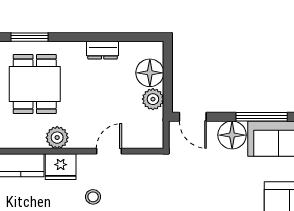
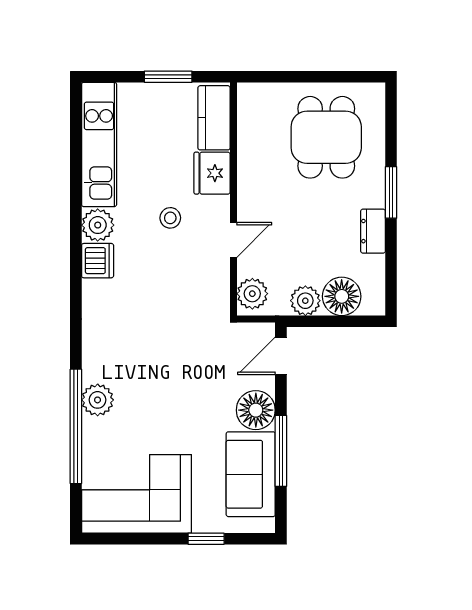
window: (29, 37) -> (391, 192), moved
dining table: (35, 84) -> (326, 137), turned 90
plant: (57, 138) -> (252, 294), moved
door: (109, 151) -> (233, 240), hinge flipped

